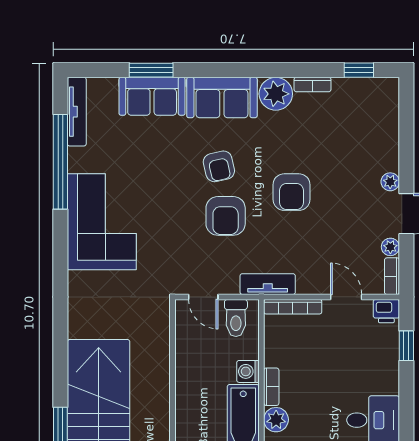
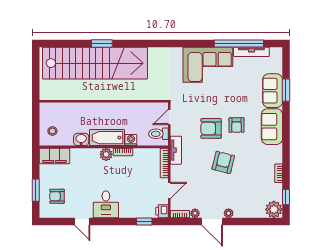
plant: (276, 94) -> (274, 209), moved
tv unit: (77, 112) -> (251, 52), moved
armchair: (219, 166) -> (237, 125), turned -77
armchair: (292, 192) -> (223, 162), turned 104

